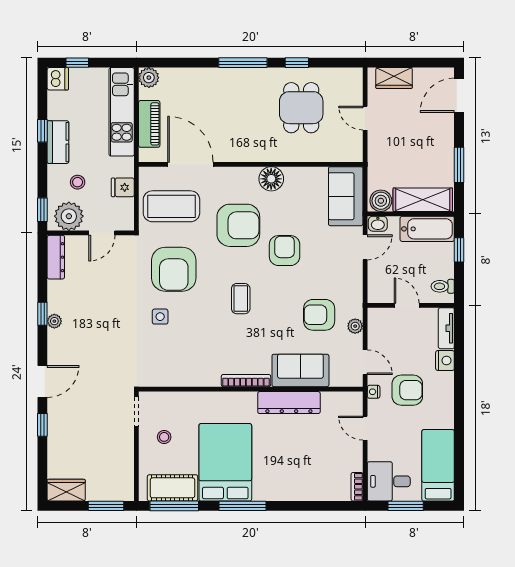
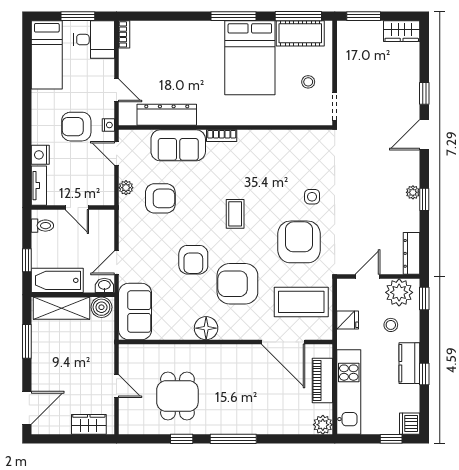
bookcase: (246, 381) -> (222, 136), width x0.64
dresser: (289, 403) -> (167, 115), moved

